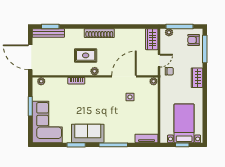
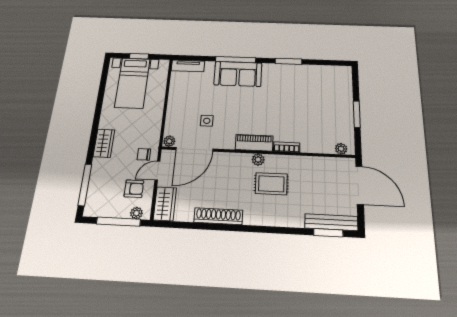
shoe rack: (99, 33) -> (218, 216), moved
armchair: (194, 40) -> (134, 189), moved
door: (124, 76) -> (194, 149), moved
piano: (98, 83) -> (254, 143), added
corner sofa: (47, 122) -> (331, 92), removed
sofa: (88, 133) -> (238, 74), moved

